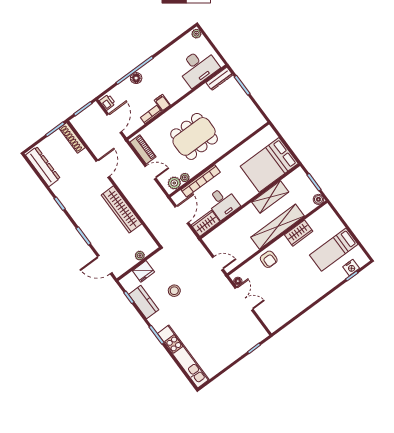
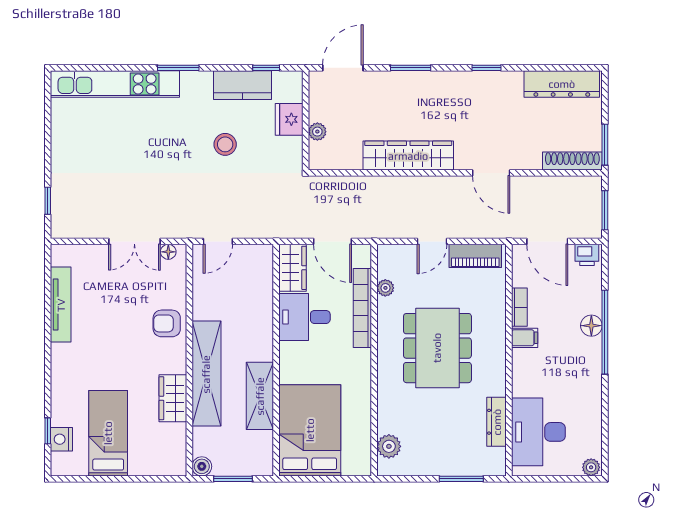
dresser: (219, 79) -> (497, 422), moved
plant: (174, 183) -> (389, 446), moved
tv unit: (294, 310) -> (61, 305), added

